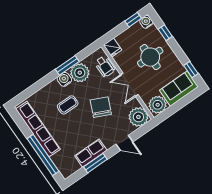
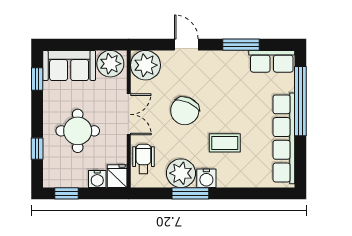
water cooler: (146, 22) -> (97, 179), moved
row of seats: (91, 153) -> (272, 61), moved

